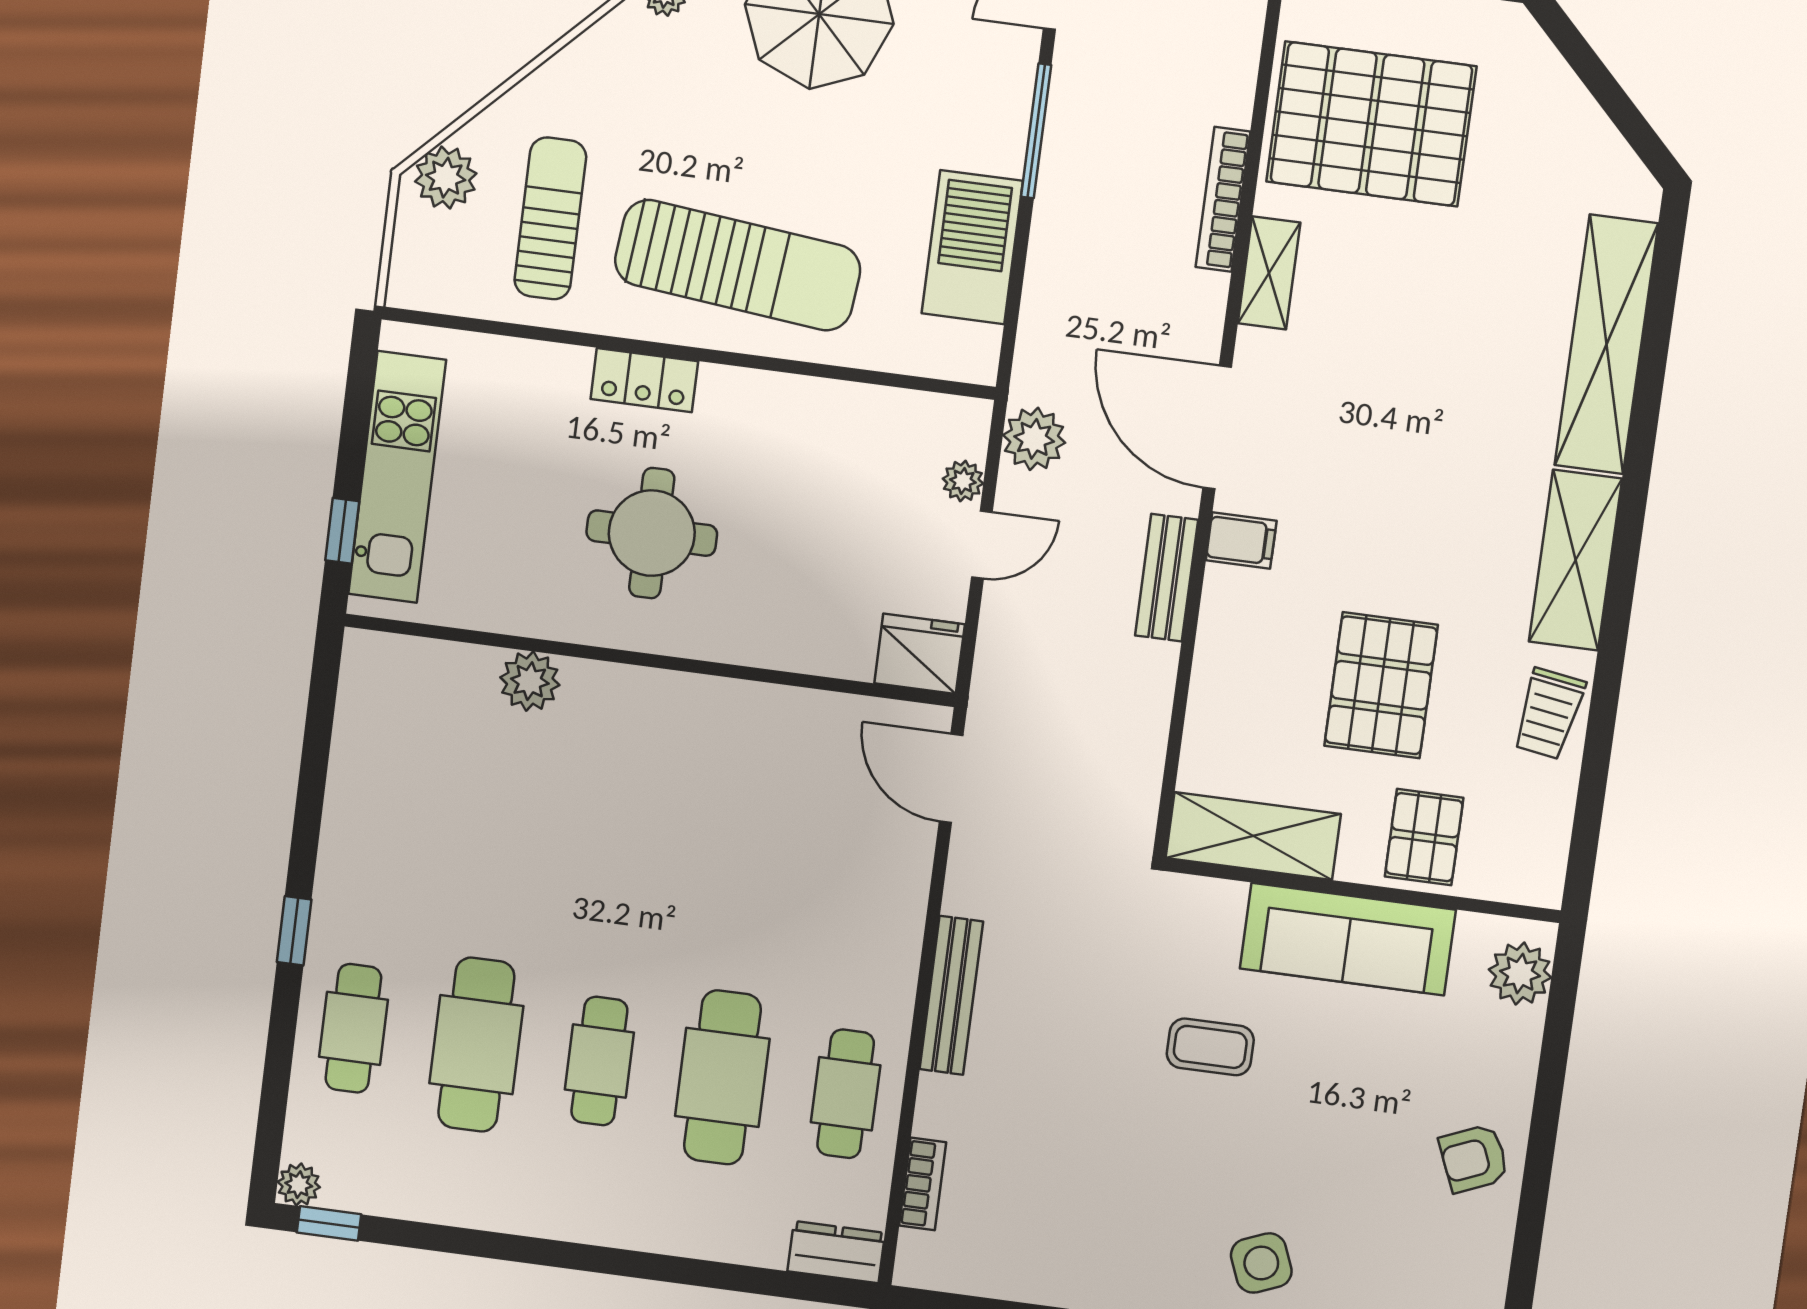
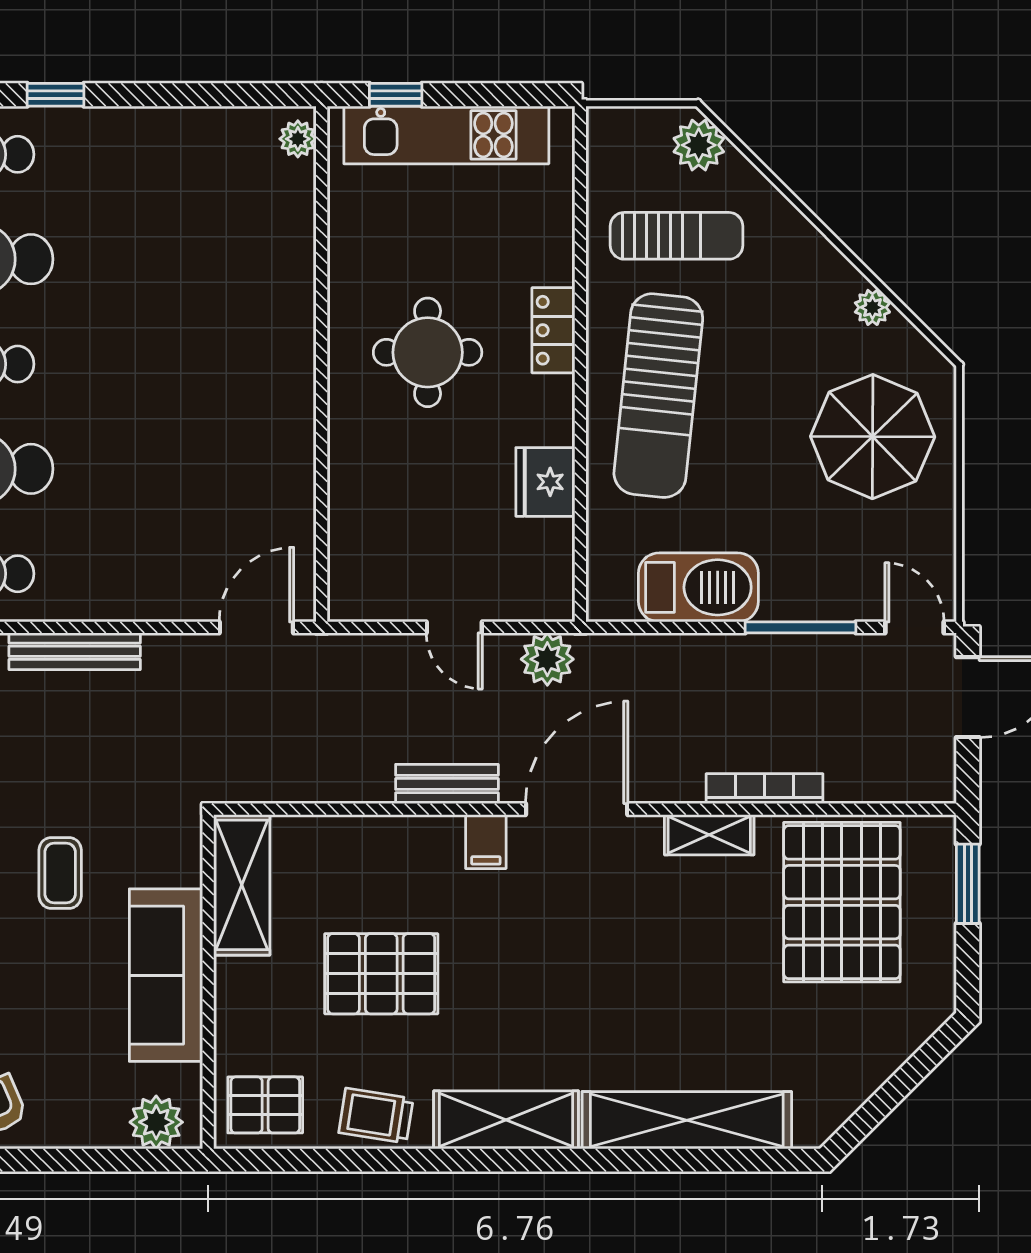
plant: (963, 481) -> (505, 605), removed
fridge: (920, 654) -> (545, 482), moved, turned 180
plant: (530, 681) -> (298, 139), moved, width x0.73, depth x0.73
pallet: (1424, 837) -> (265, 1105), moved

